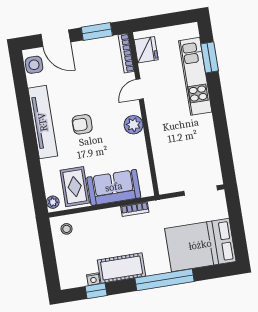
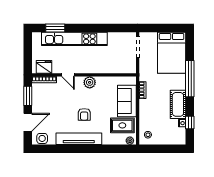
kitchen unit: (195, 76) -> (74, 39), width x1.36

